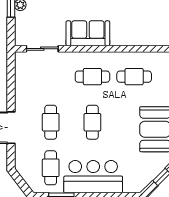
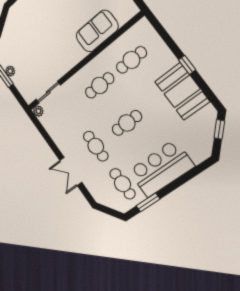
sofa: (88, 33) -> (97, 31), moved
plant: (20, 57) -> (38, 111), added
cafe table: (92, 122) -> (127, 123), turned 90

